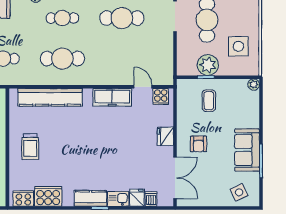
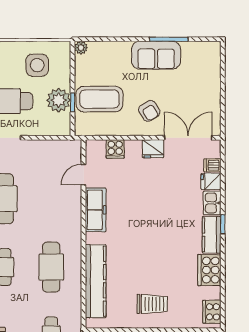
cooker: (161, 96) -> (115, 149), moved, turned 90
coffee table: (209, 101) -> (99, 99), width x1.86, depth x1.72
fridge: (165, 136) -> (153, 149), moved
armchair: (198, 144) -> (149, 111), turned 59
side table: (239, 192) -> (205, 64), removed
cooker: (48, 196) -> (209, 270), moved

